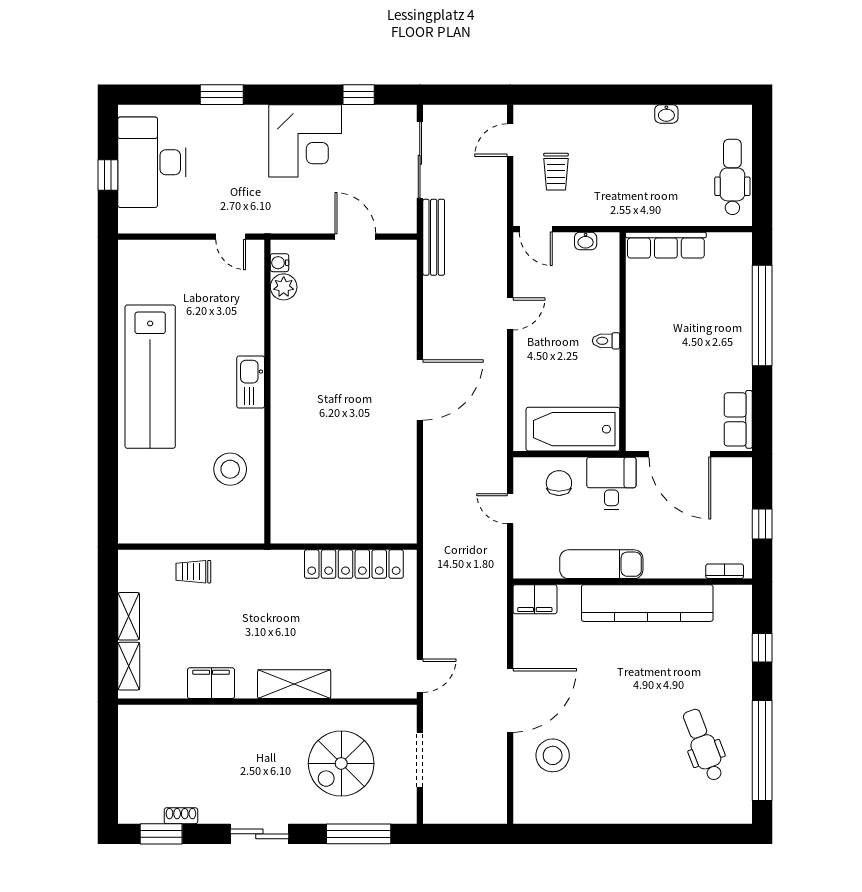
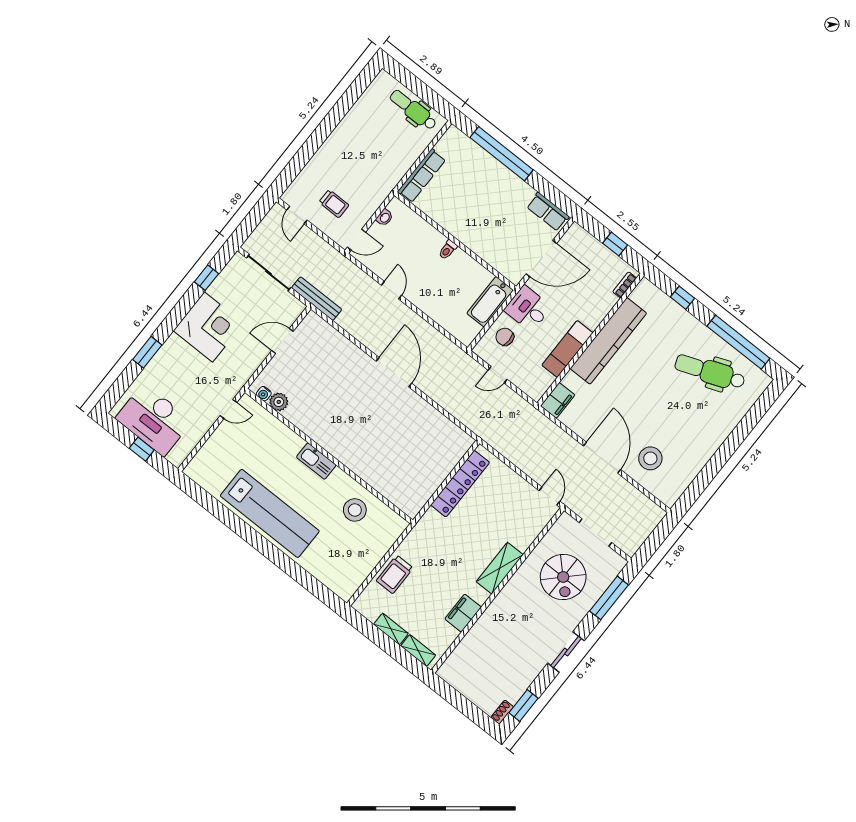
washbasin: (666, 114) -> (350, 119), removed
bathtub: (573, 429) -> (490, 302), width x0.73, depth x0.73
trolley: (193, 572) -> (395, 574), width x1.36, depth x1.39
dental chair: (703, 745) -> (710, 372), width x1.36, depth x1.38
shoe rack: (181, 816) -> (502, 712), moved

